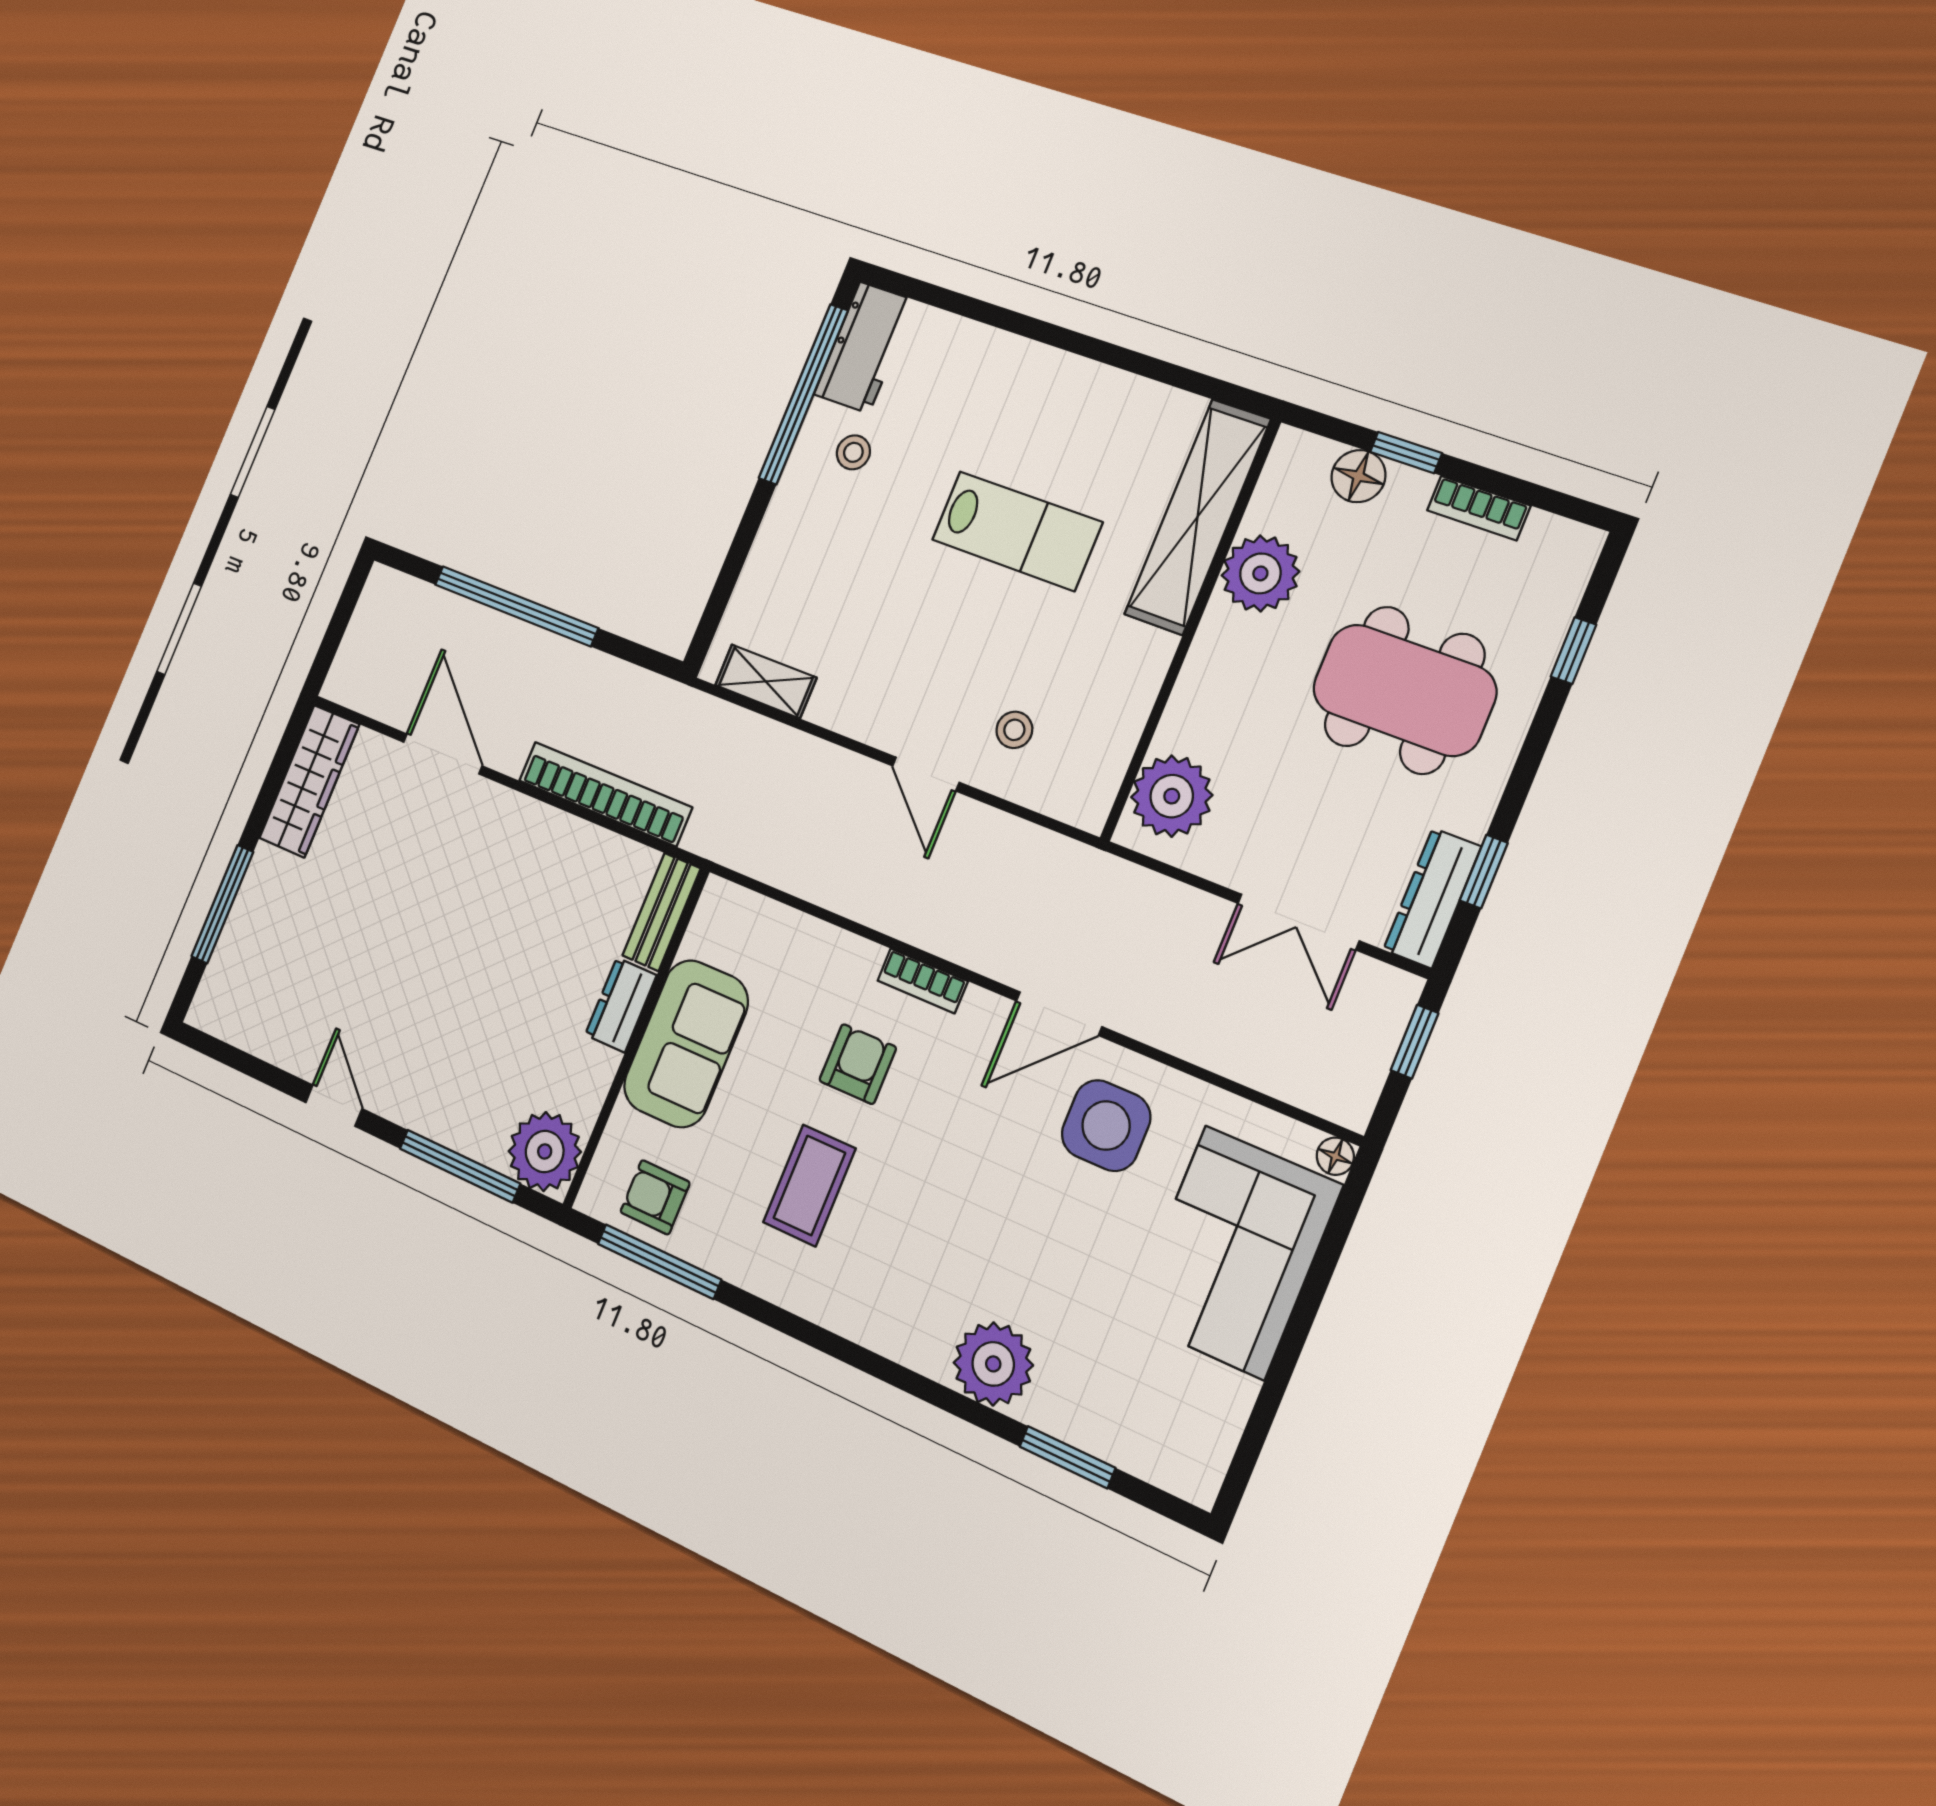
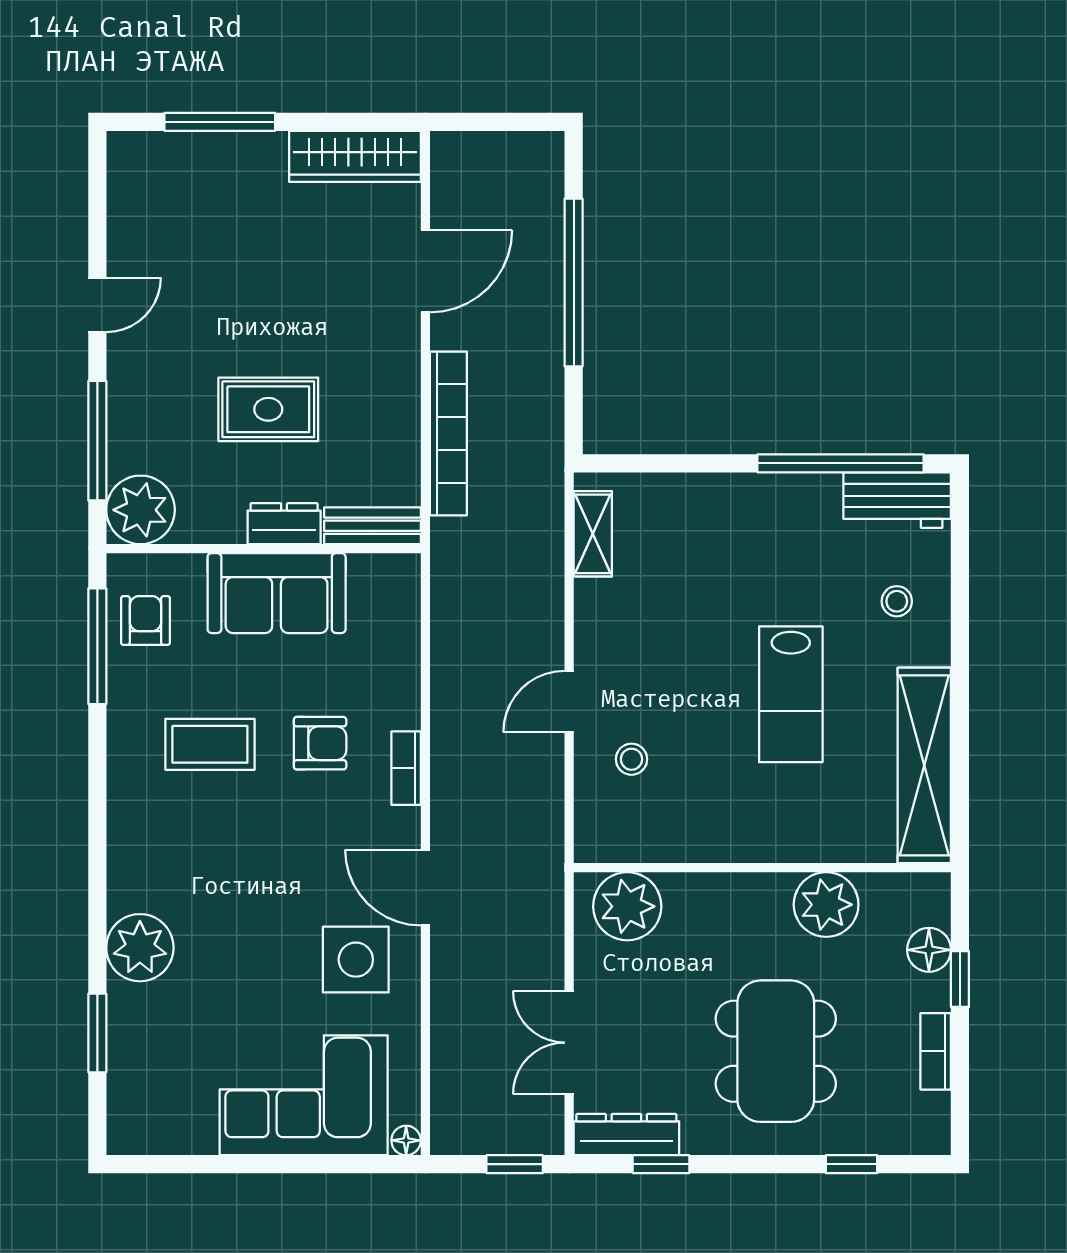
stool: (853, 452) -> (897, 601), moved
shelving: (1198, 517) -> (924, 765), moved, turned 90
rug: (504, 973) -> (268, 409), added

